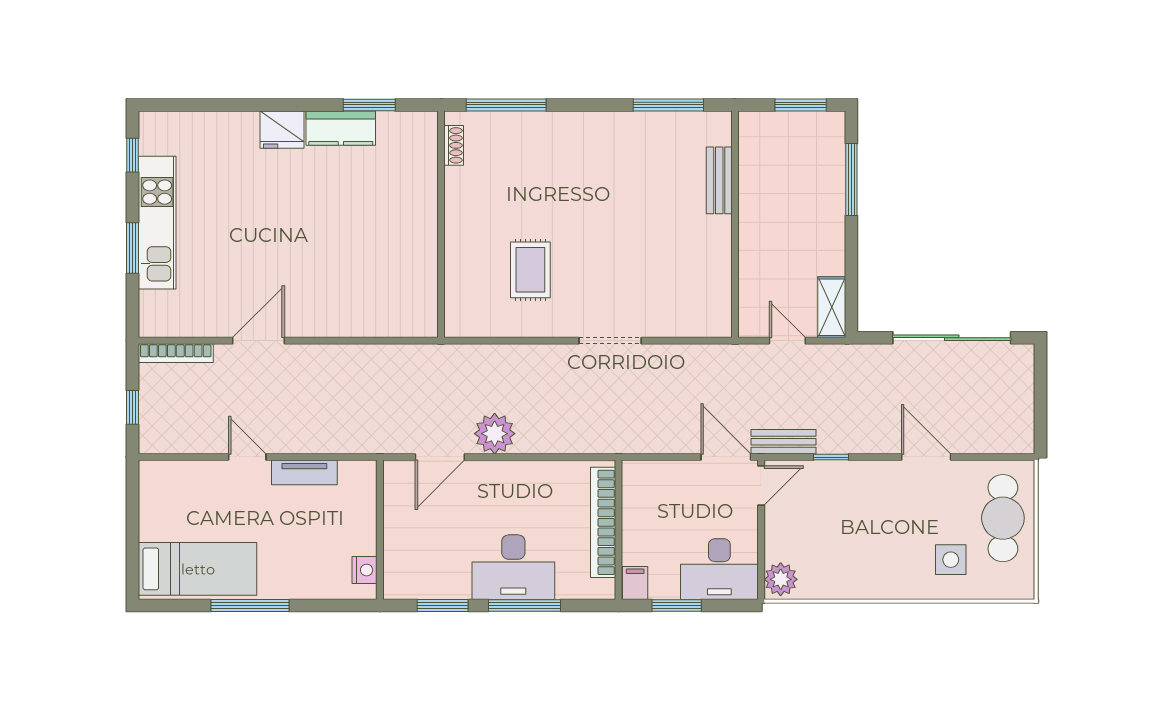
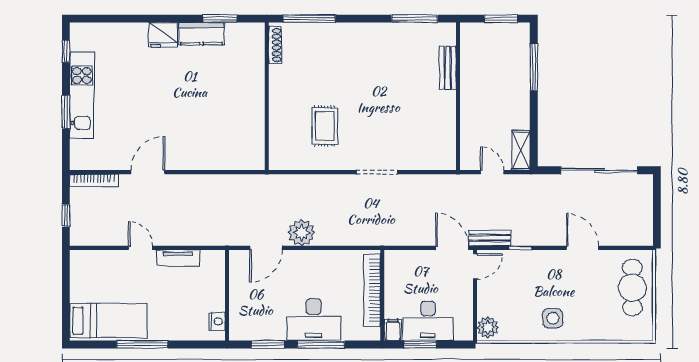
shoe rack: (454, 145) -> (275, 45), width x1.43
side table: (951, 560) -> (553, 318), moved
desk: (719, 569) -> (428, 321), moved

